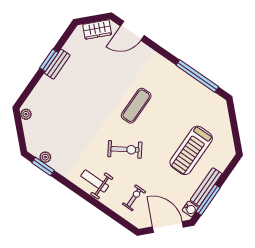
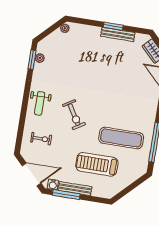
bench: (57, 64) -> (118, 34), width x1.36
exercise mat: (136, 106) -> (121, 138), moved, width x1.36, depth x1.45
weight bench: (95, 181) -> (40, 103), turned 180
door: (168, 227) -> (31, 174), hinge flipped

